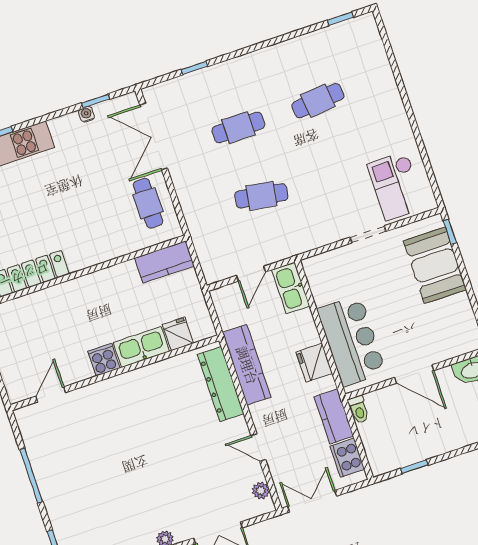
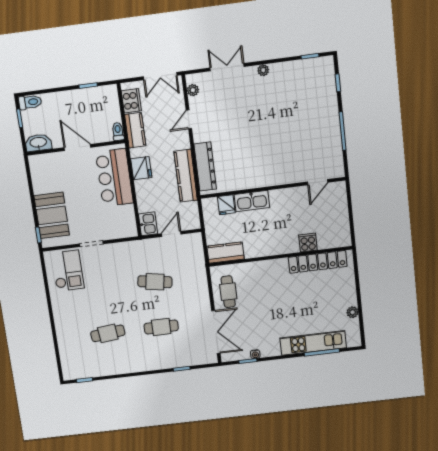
kitchen sink: (291, 288) -> (148, 224), width x0.73
cooker: (104, 360) -> (308, 243), moved, turned 180
door: (258, 448) -> (189, 119), swing flipped

